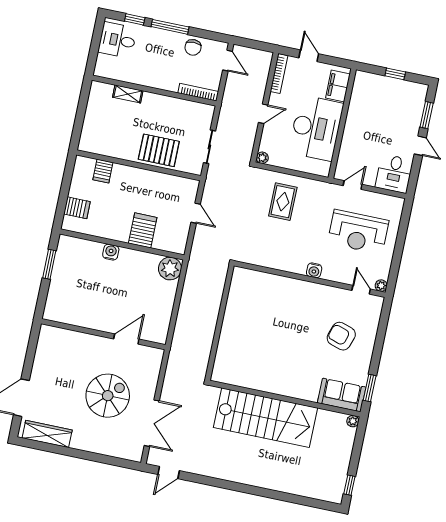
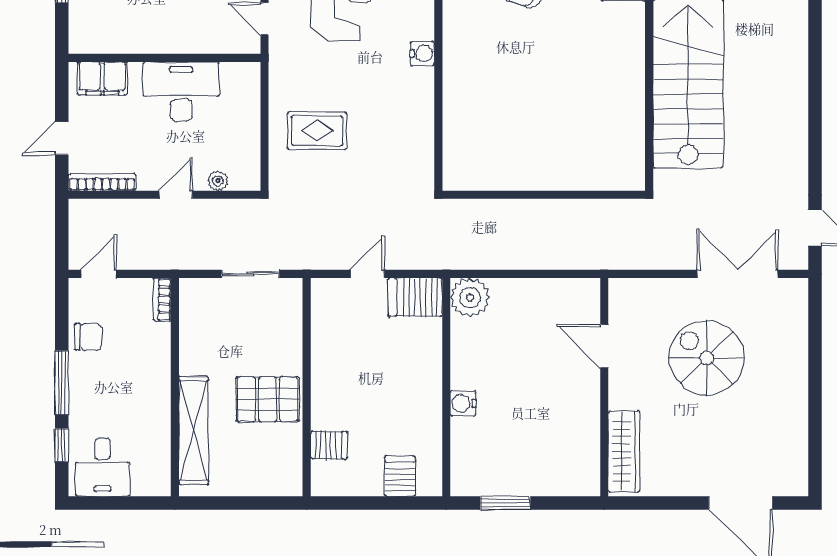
bookcase: (198, 92) -> (162, 300), width x0.64
shelving: (128, 94) -> (194, 430), width x2.20, depth x1.33
door: (263, 114) -> (176, 195), hinge flipped
desk: (316, 128) -> (181, 92), width x0.73, depth x0.77
pallet: (159, 150) -> (268, 399), moved, turned 90
plant: (262, 158) -> (218, 181), moved
server rack: (143, 230) -> (415, 297), moved
wardrobe: (47, 434) -> (624, 451), moved, turned 180

